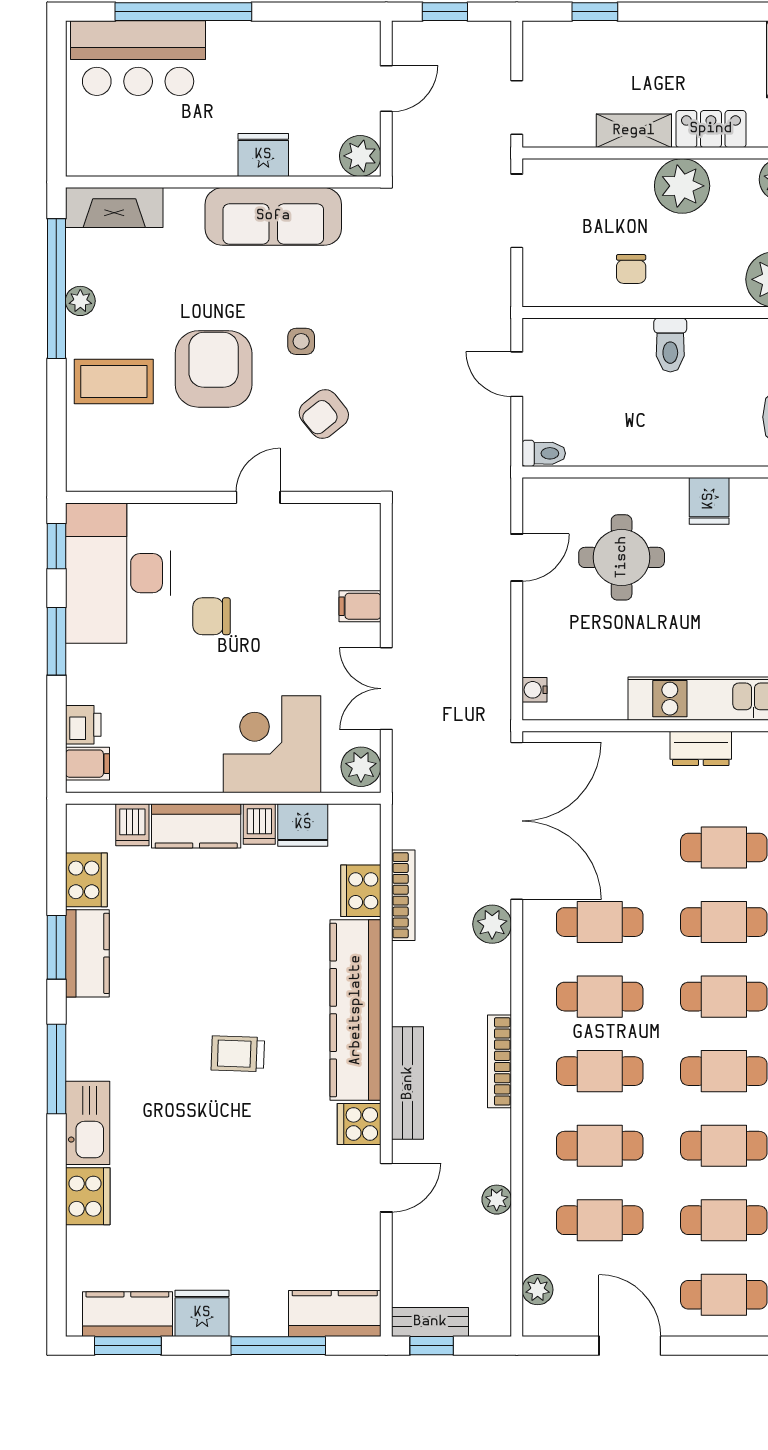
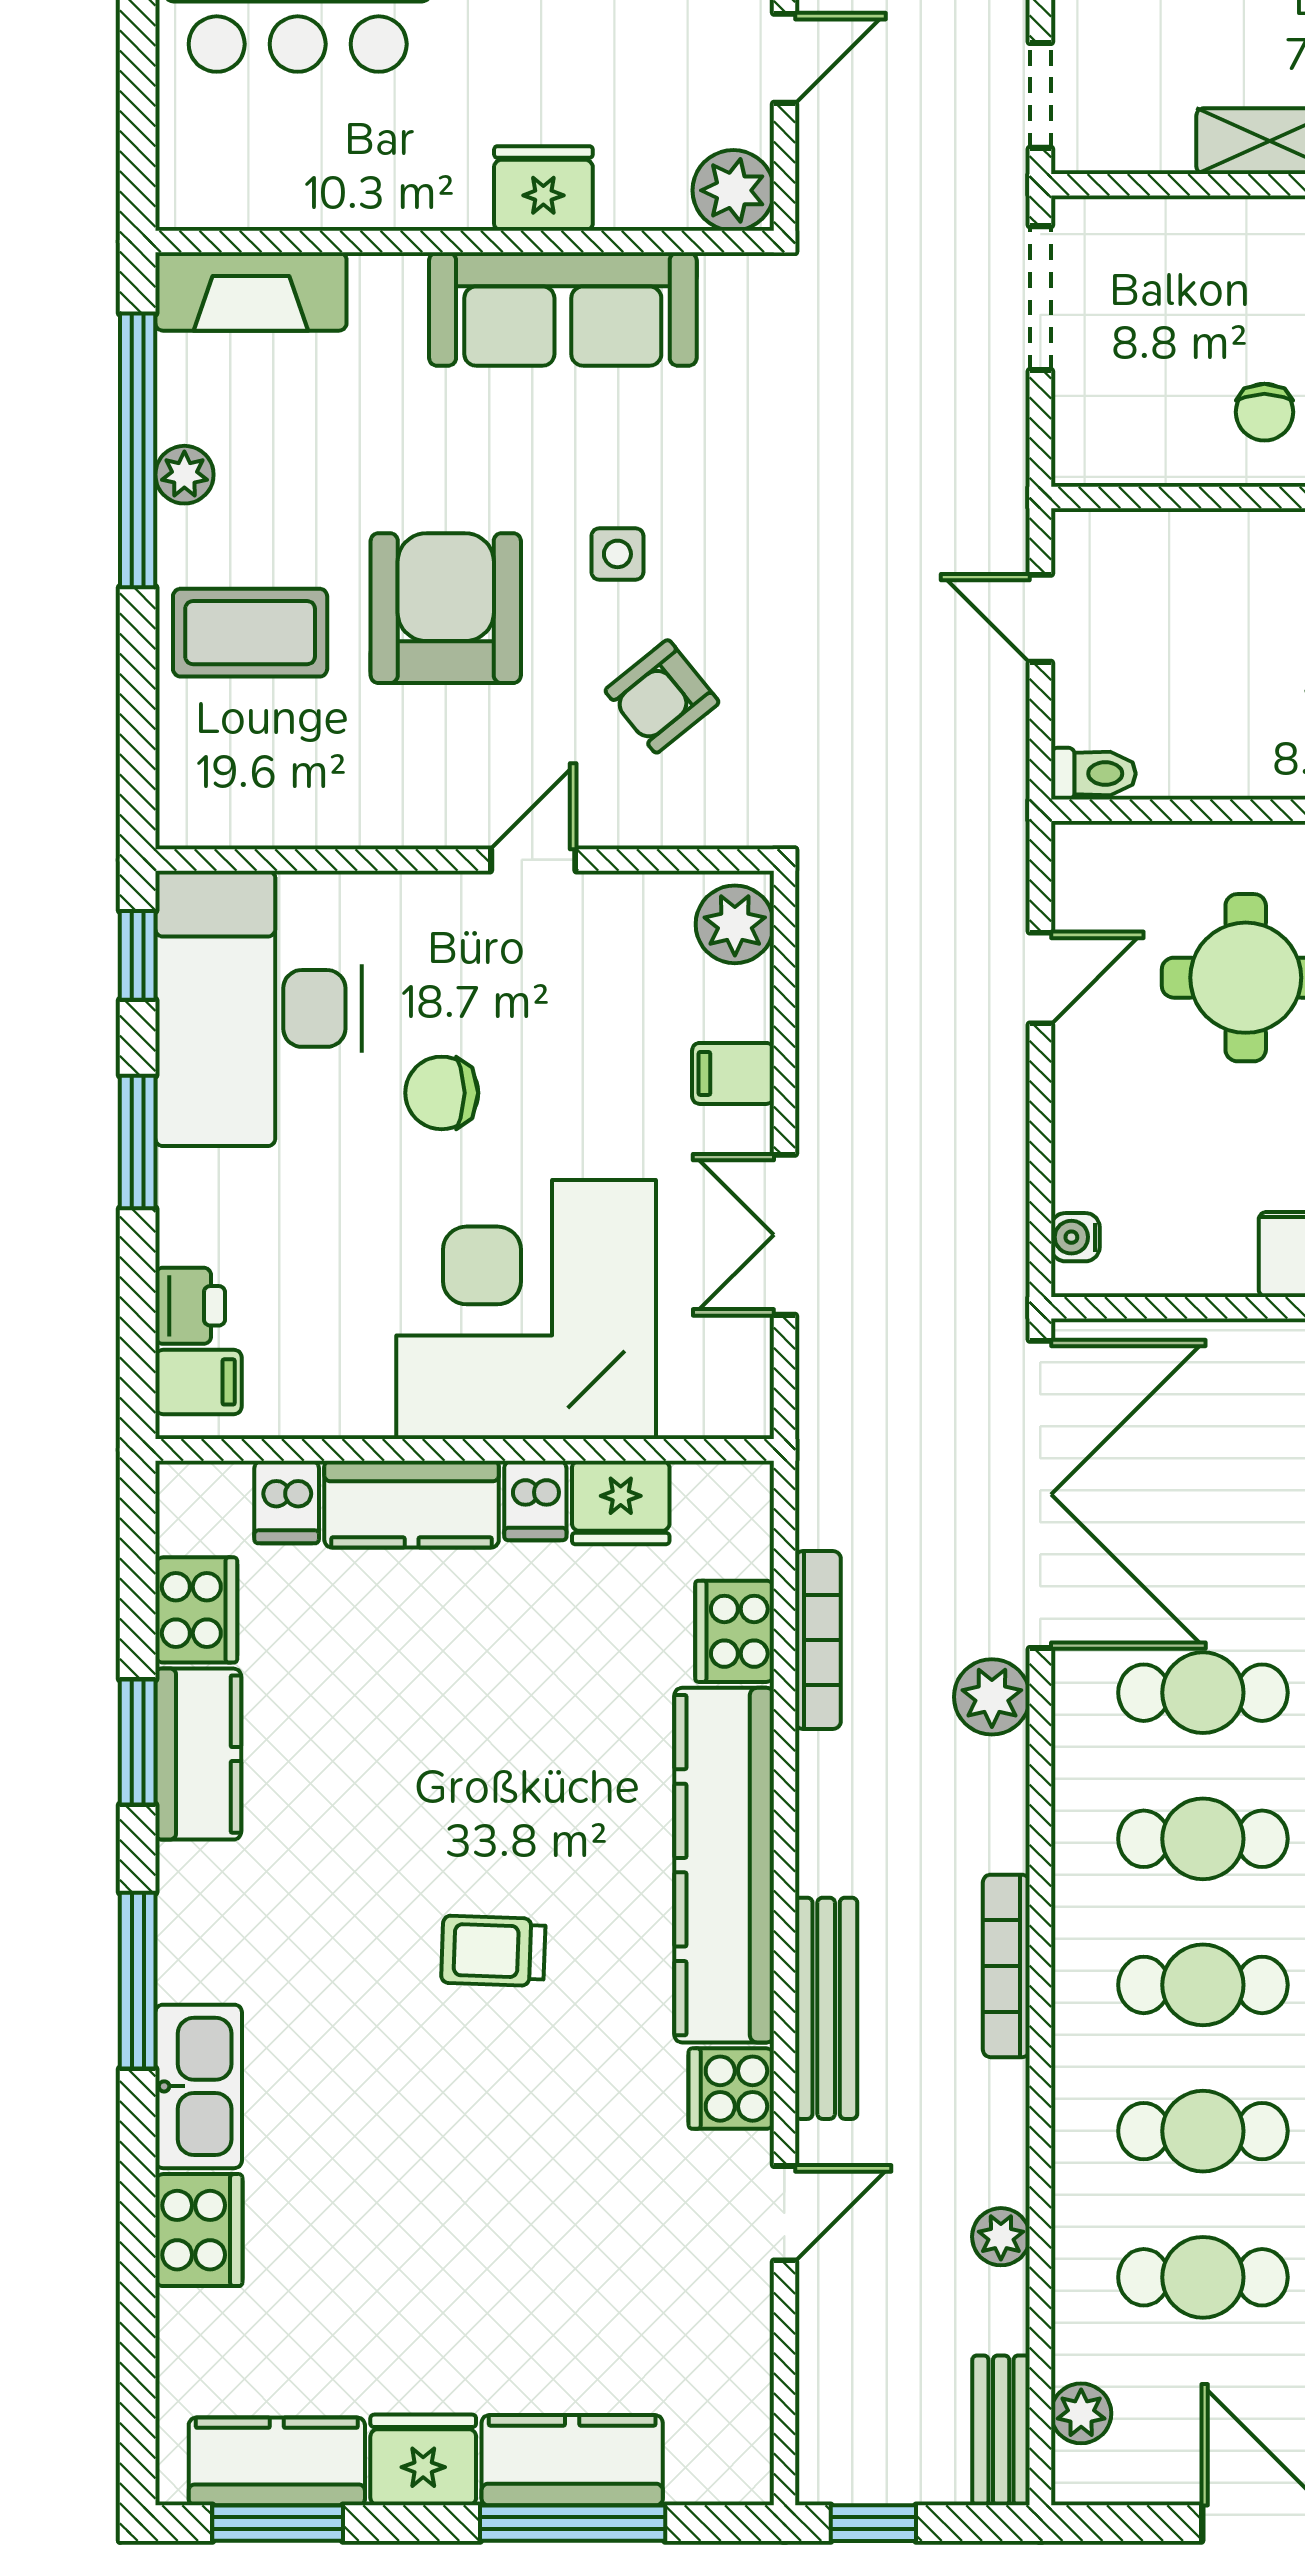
corner desk: (272, 744) -> (526, 1310), width x1.36, depth x1.36
plant: (361, 767) -> (735, 924), moved
kitchen counter: (335, 1313) -> (572, 2460), moved
bench: (430, 1322) -> (1001, 2430), moved, turned 90

